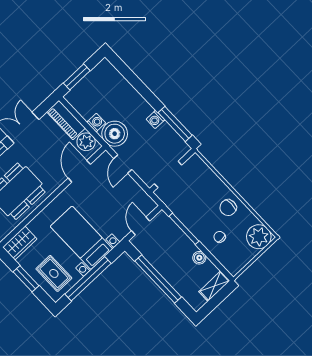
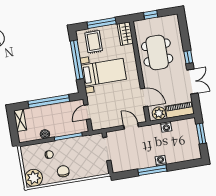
washing machine: (155, 119) -> (161, 161), moved
window: (175, 124) -> (152, 170), moved
boiler: (115, 134) -> (152, 133), removed
door: (141, 226) -> (87, 112), swing flipped
rug: (54, 273) -> (94, 42), turned 90
window: (26, 279) -> (102, 23), width x1.44
shelving: (214, 286) -> (20, 120), moved

